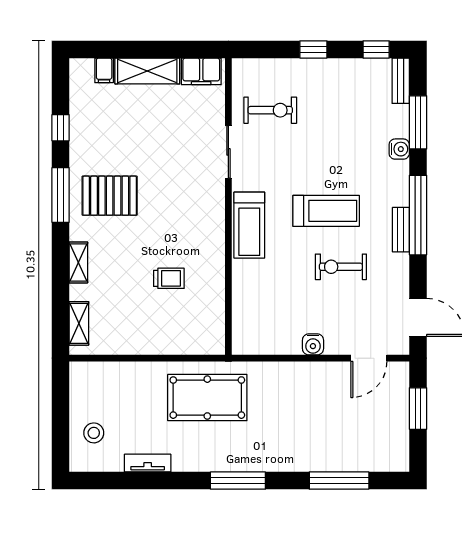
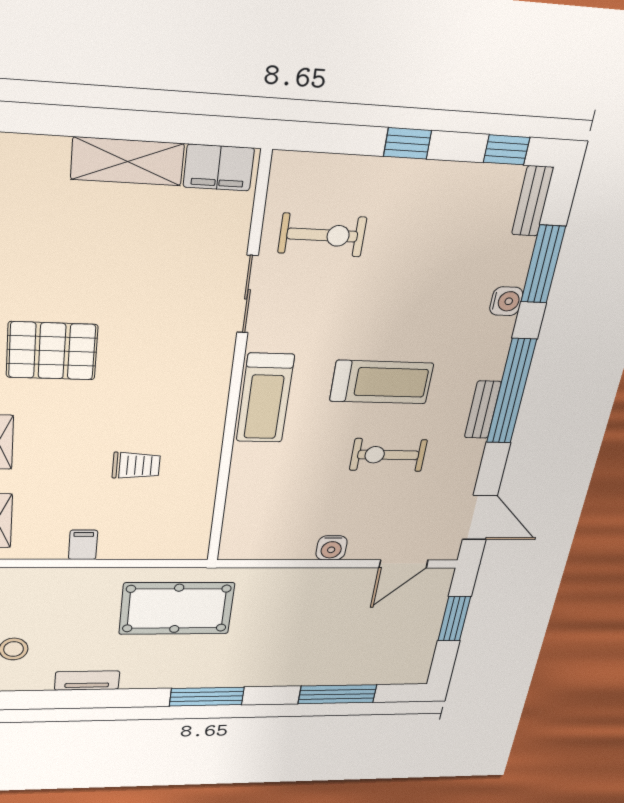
filing cabinet: (104, 70) -> (83, 545), moved, turned 180

